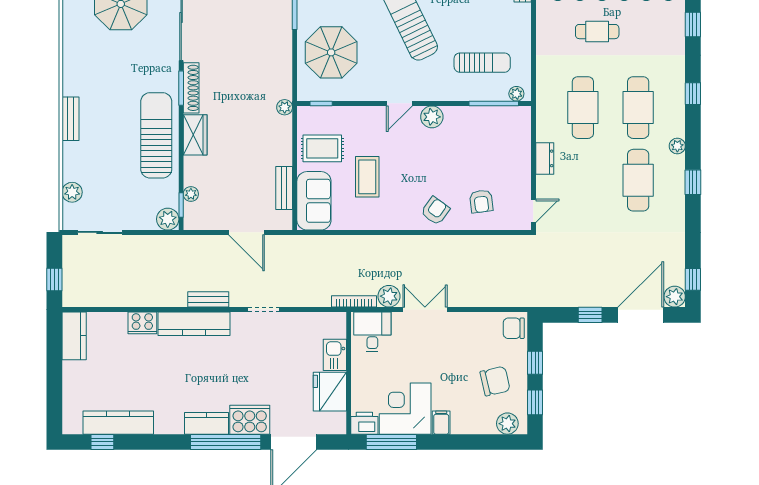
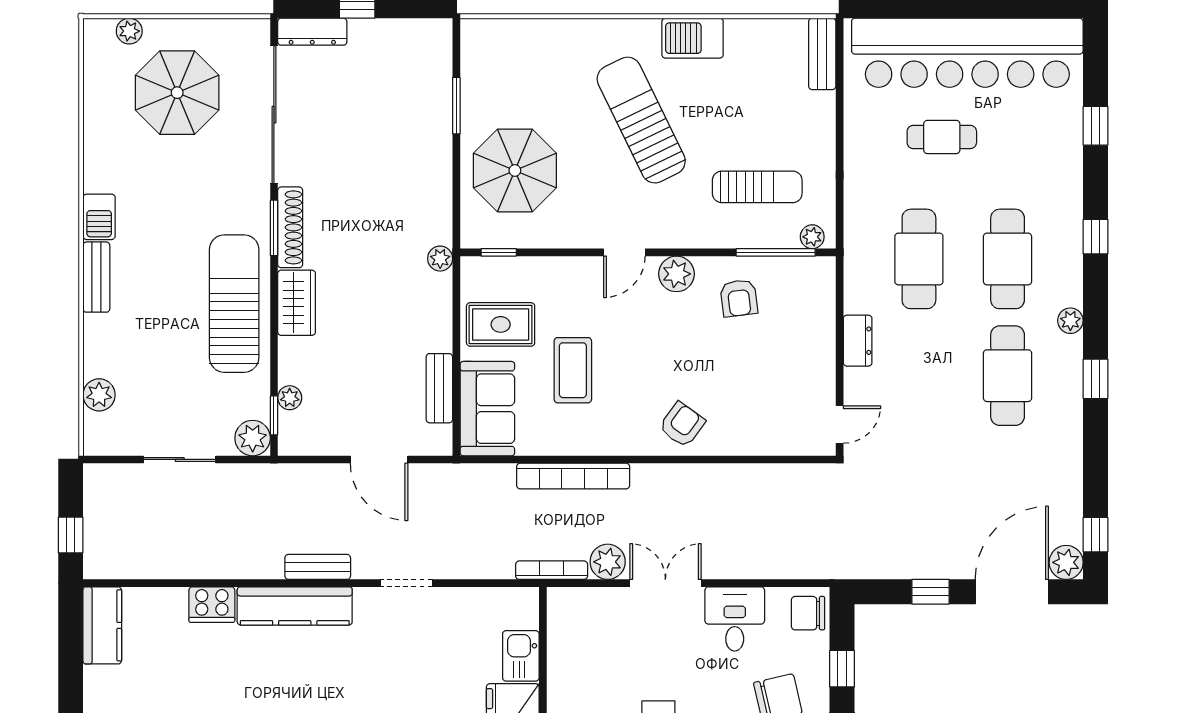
barbecue: (72, 81) -> (99, 217), added
armchair: (481, 201) -> (739, 298), moved
sliding door: (100, 232) -> (180, 459), moved
bookcase: (367, 243) -> (573, 476), added
desk: (372, 332) -> (735, 619), moved

